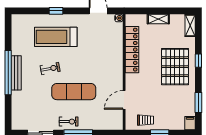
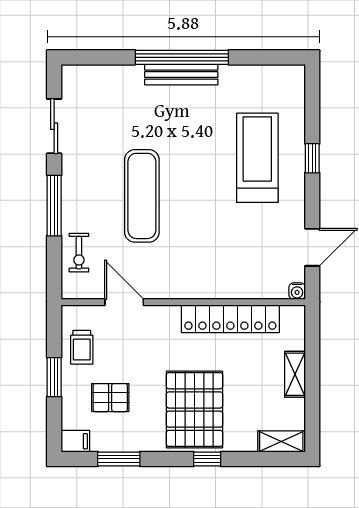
pallet: (175, 67) -> (194, 410), turned 90
exercise bike: (50, 69) -> (190, 146), removed
pallet: (169, 107) -> (110, 398), added
exercise bike: (69, 122) -> (79, 253), moved

